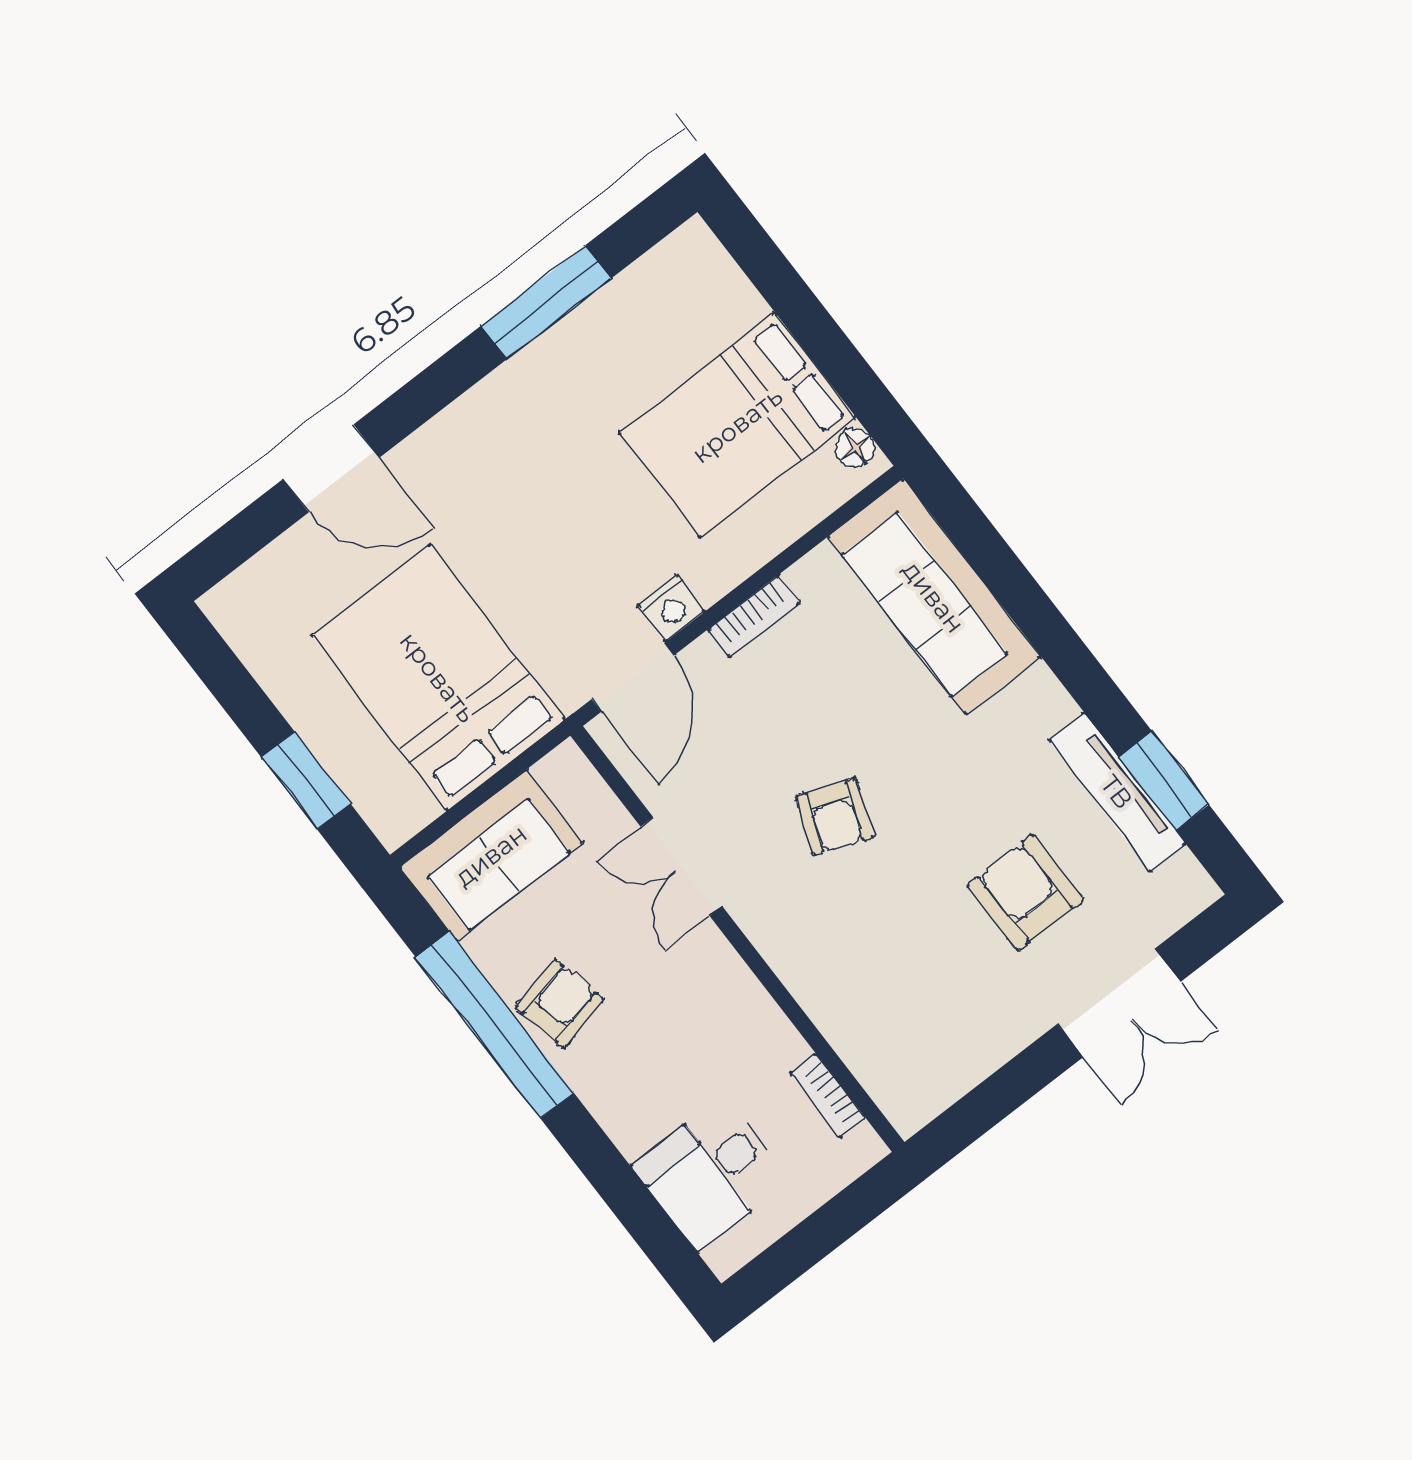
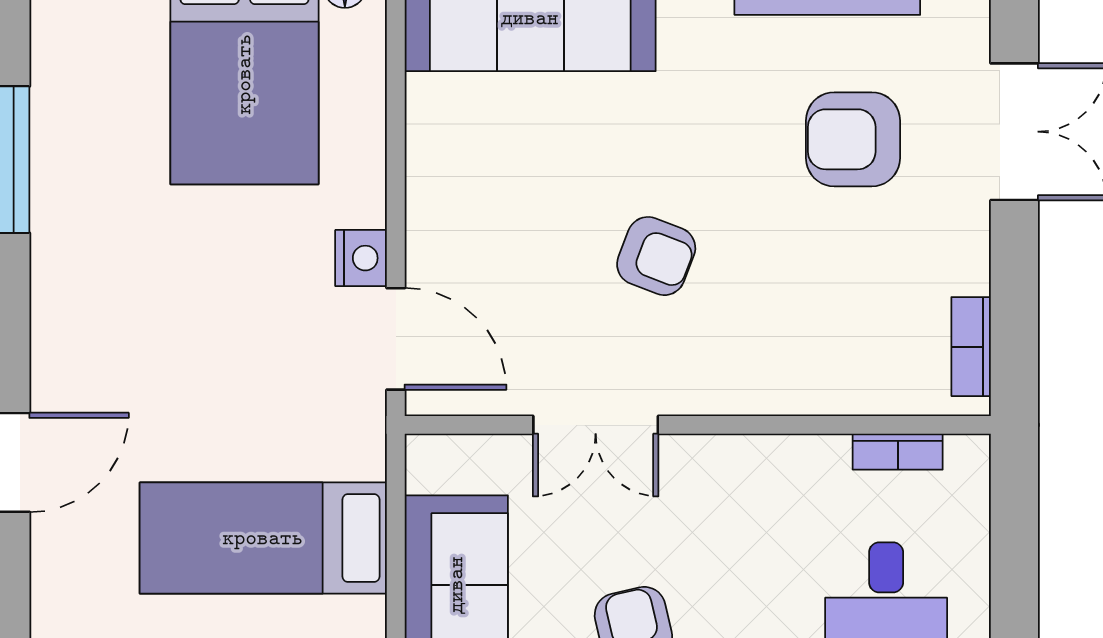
bookcase: (754, 616) -> (971, 347), moved, turned 180
bed: (438, 677) -> (263, 538), width x0.67

